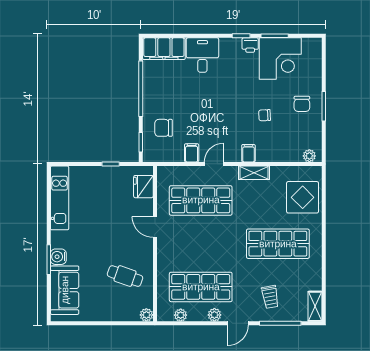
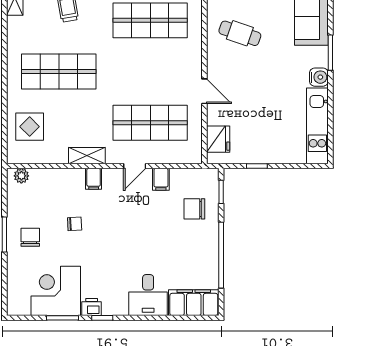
chair: (163, 128) -> (194, 209), turned 180
display table: (303, 197) -> (30, 127), width x0.73, depth x0.73
water cooler: (58, 257) -> (319, 77), moved

